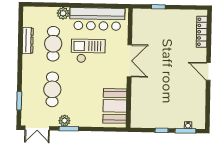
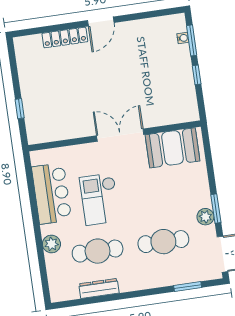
bar counter: (97, 19) -> (52, 193), width x0.73
locker: (202, 32) -> (65, 38), moved
double door: (129, 61) -> (120, 135), moved

